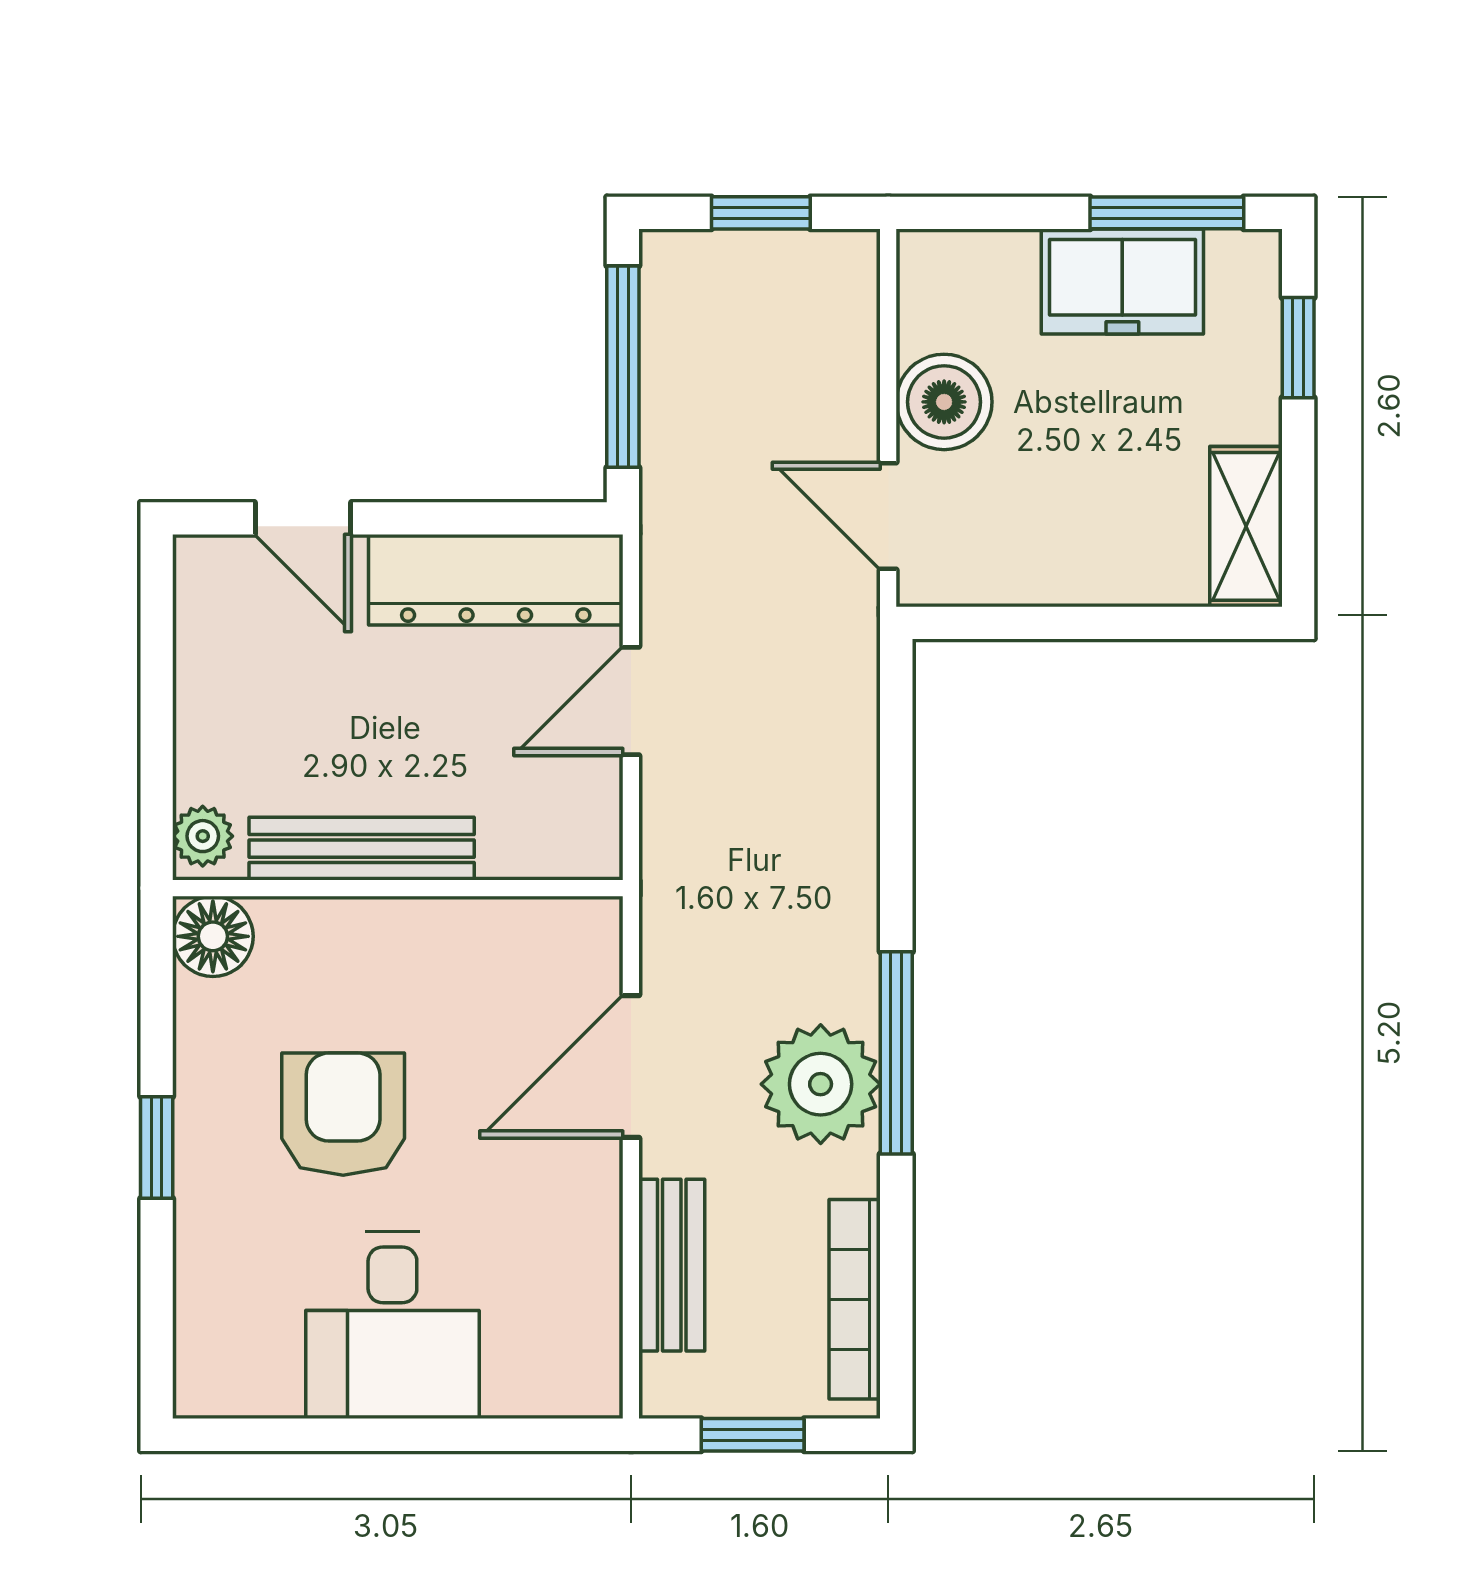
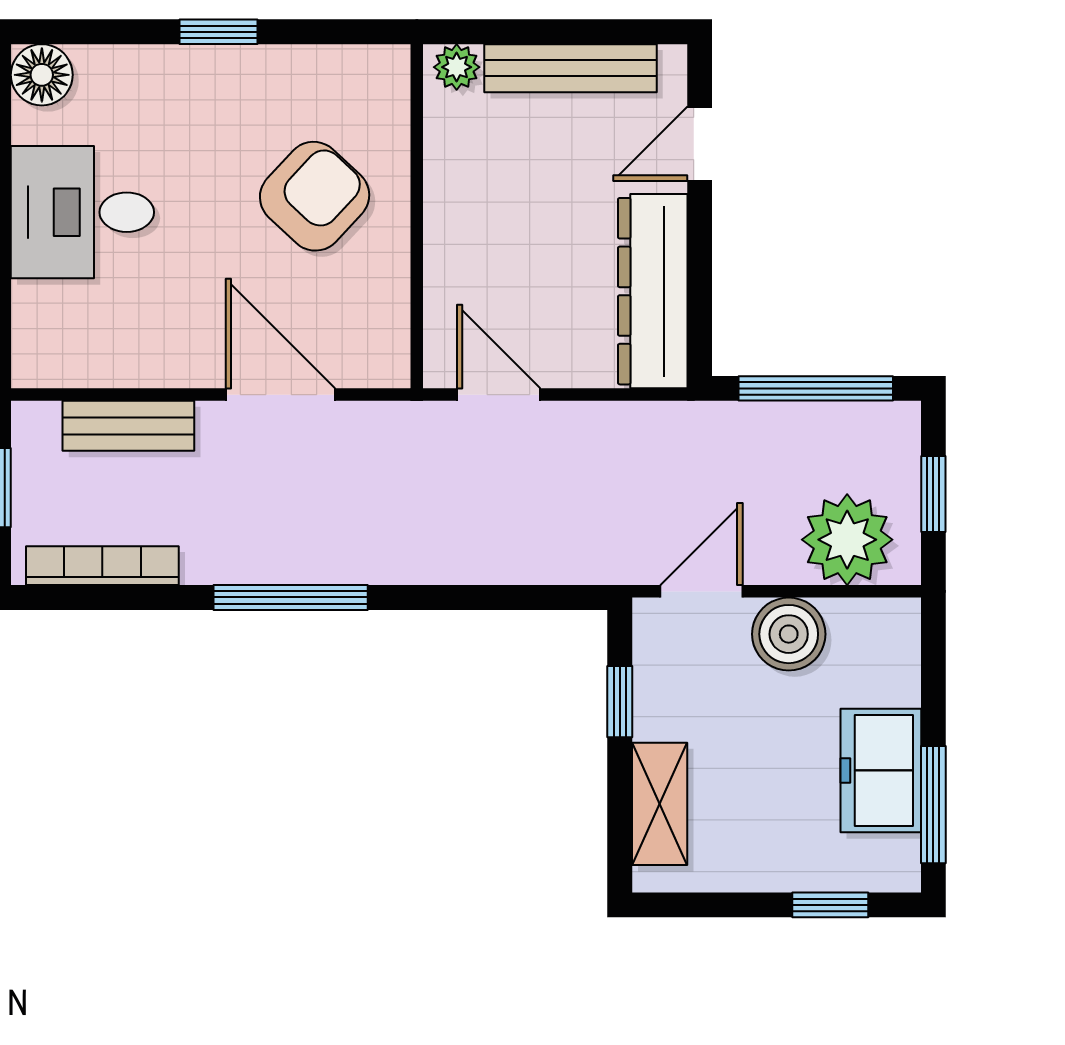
shelving: (1246, 526) -> (660, 804), moved, turned 90
window: (1032, 623) -> (620, 702), added
door: (631, 701) -> (499, 395), moved
bench: (362, 849) -> (571, 68), moved, turned 90
floor lamp: (213, 936) -> (42, 75), moved
plant: (821, 1084) -> (847, 540), moved
armchair: (343, 1114) -> (315, 196), moved, turned -47

